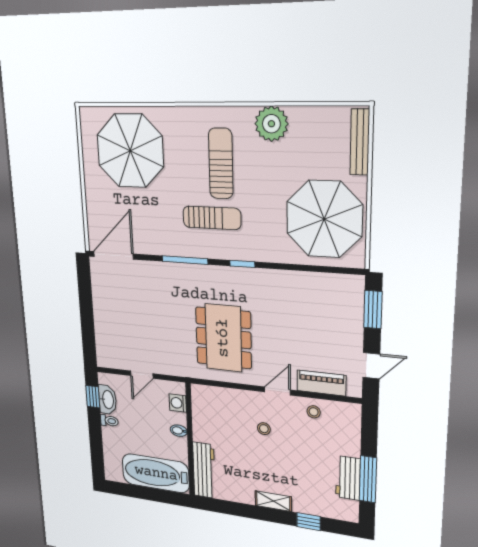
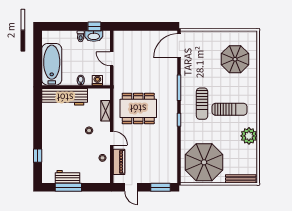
parasol: (130, 151) -> (235, 59), width x0.73, depth x0.73
door: (113, 255) -> (179, 46), swing flipped
workbench: (204, 470) -> (65, 97), width x1.36, depth x1.32
shelving: (273, 501) -> (106, 111), moved

